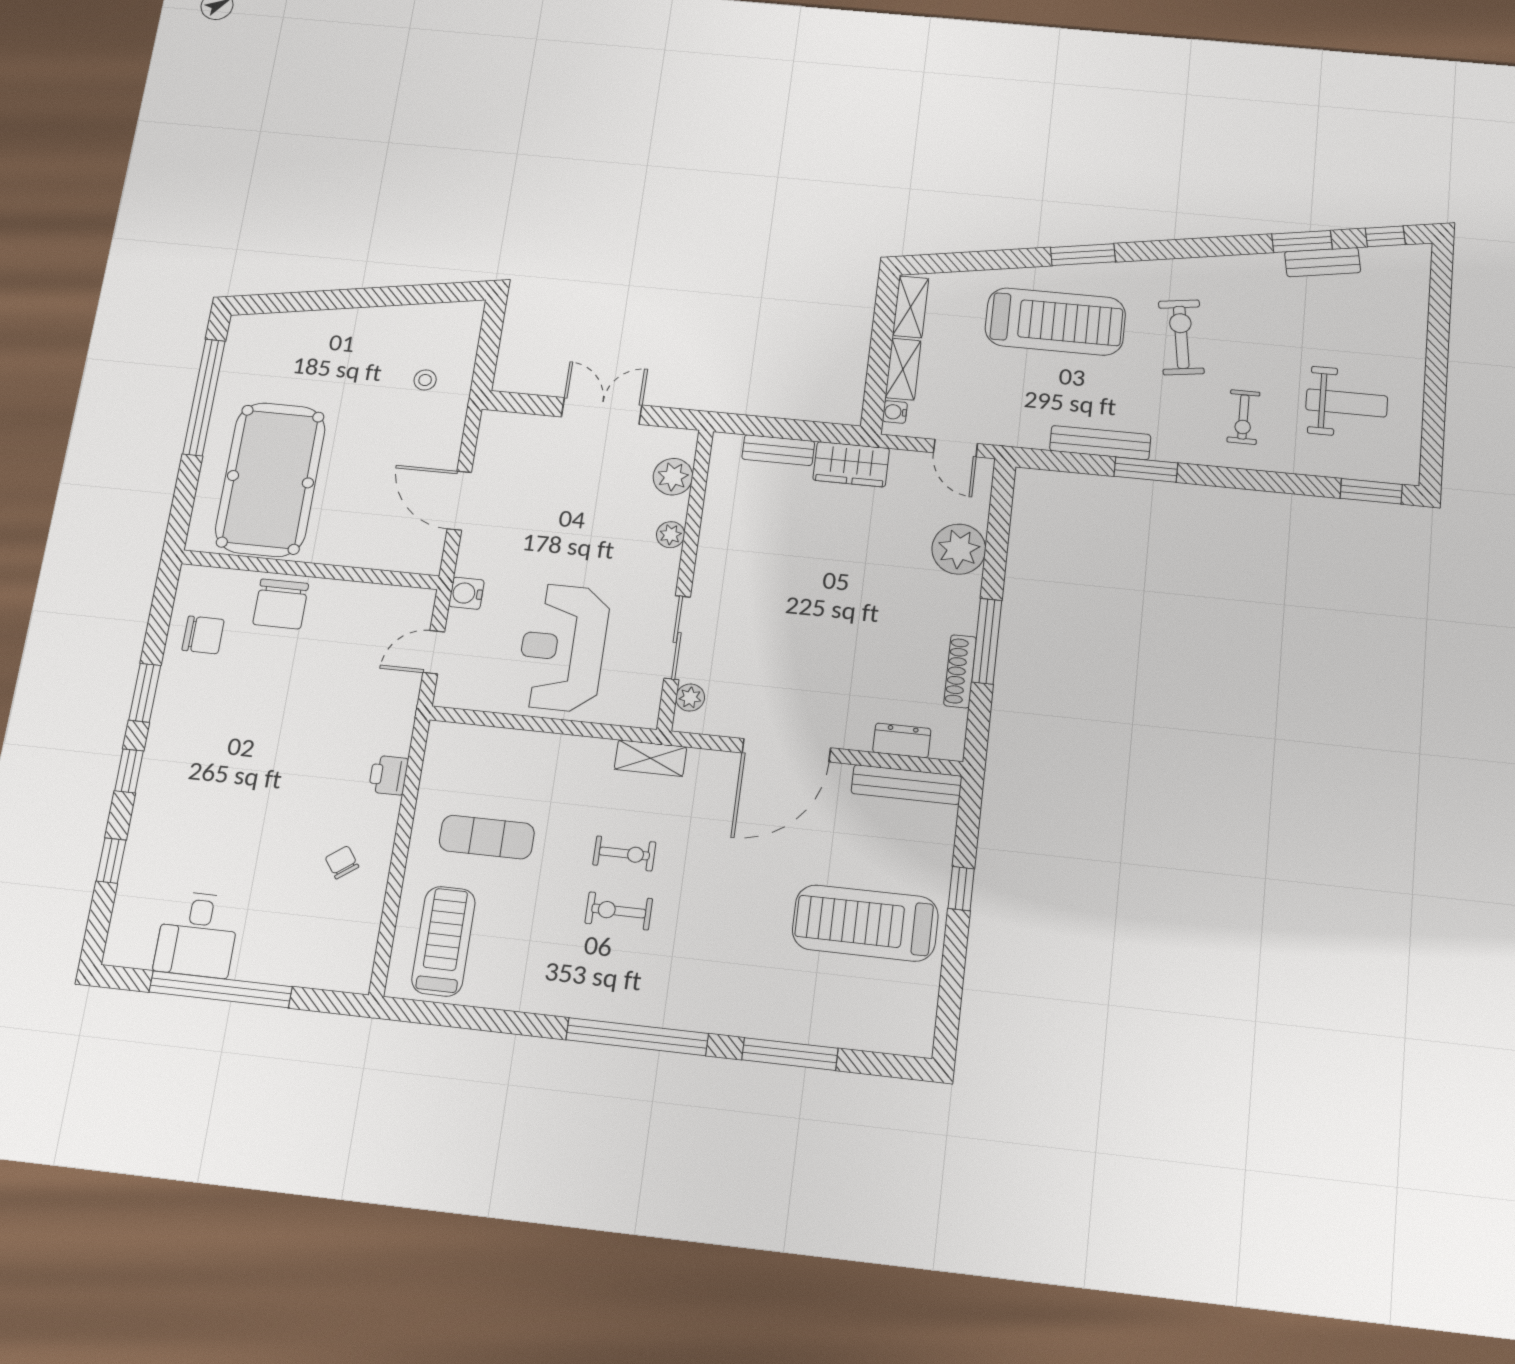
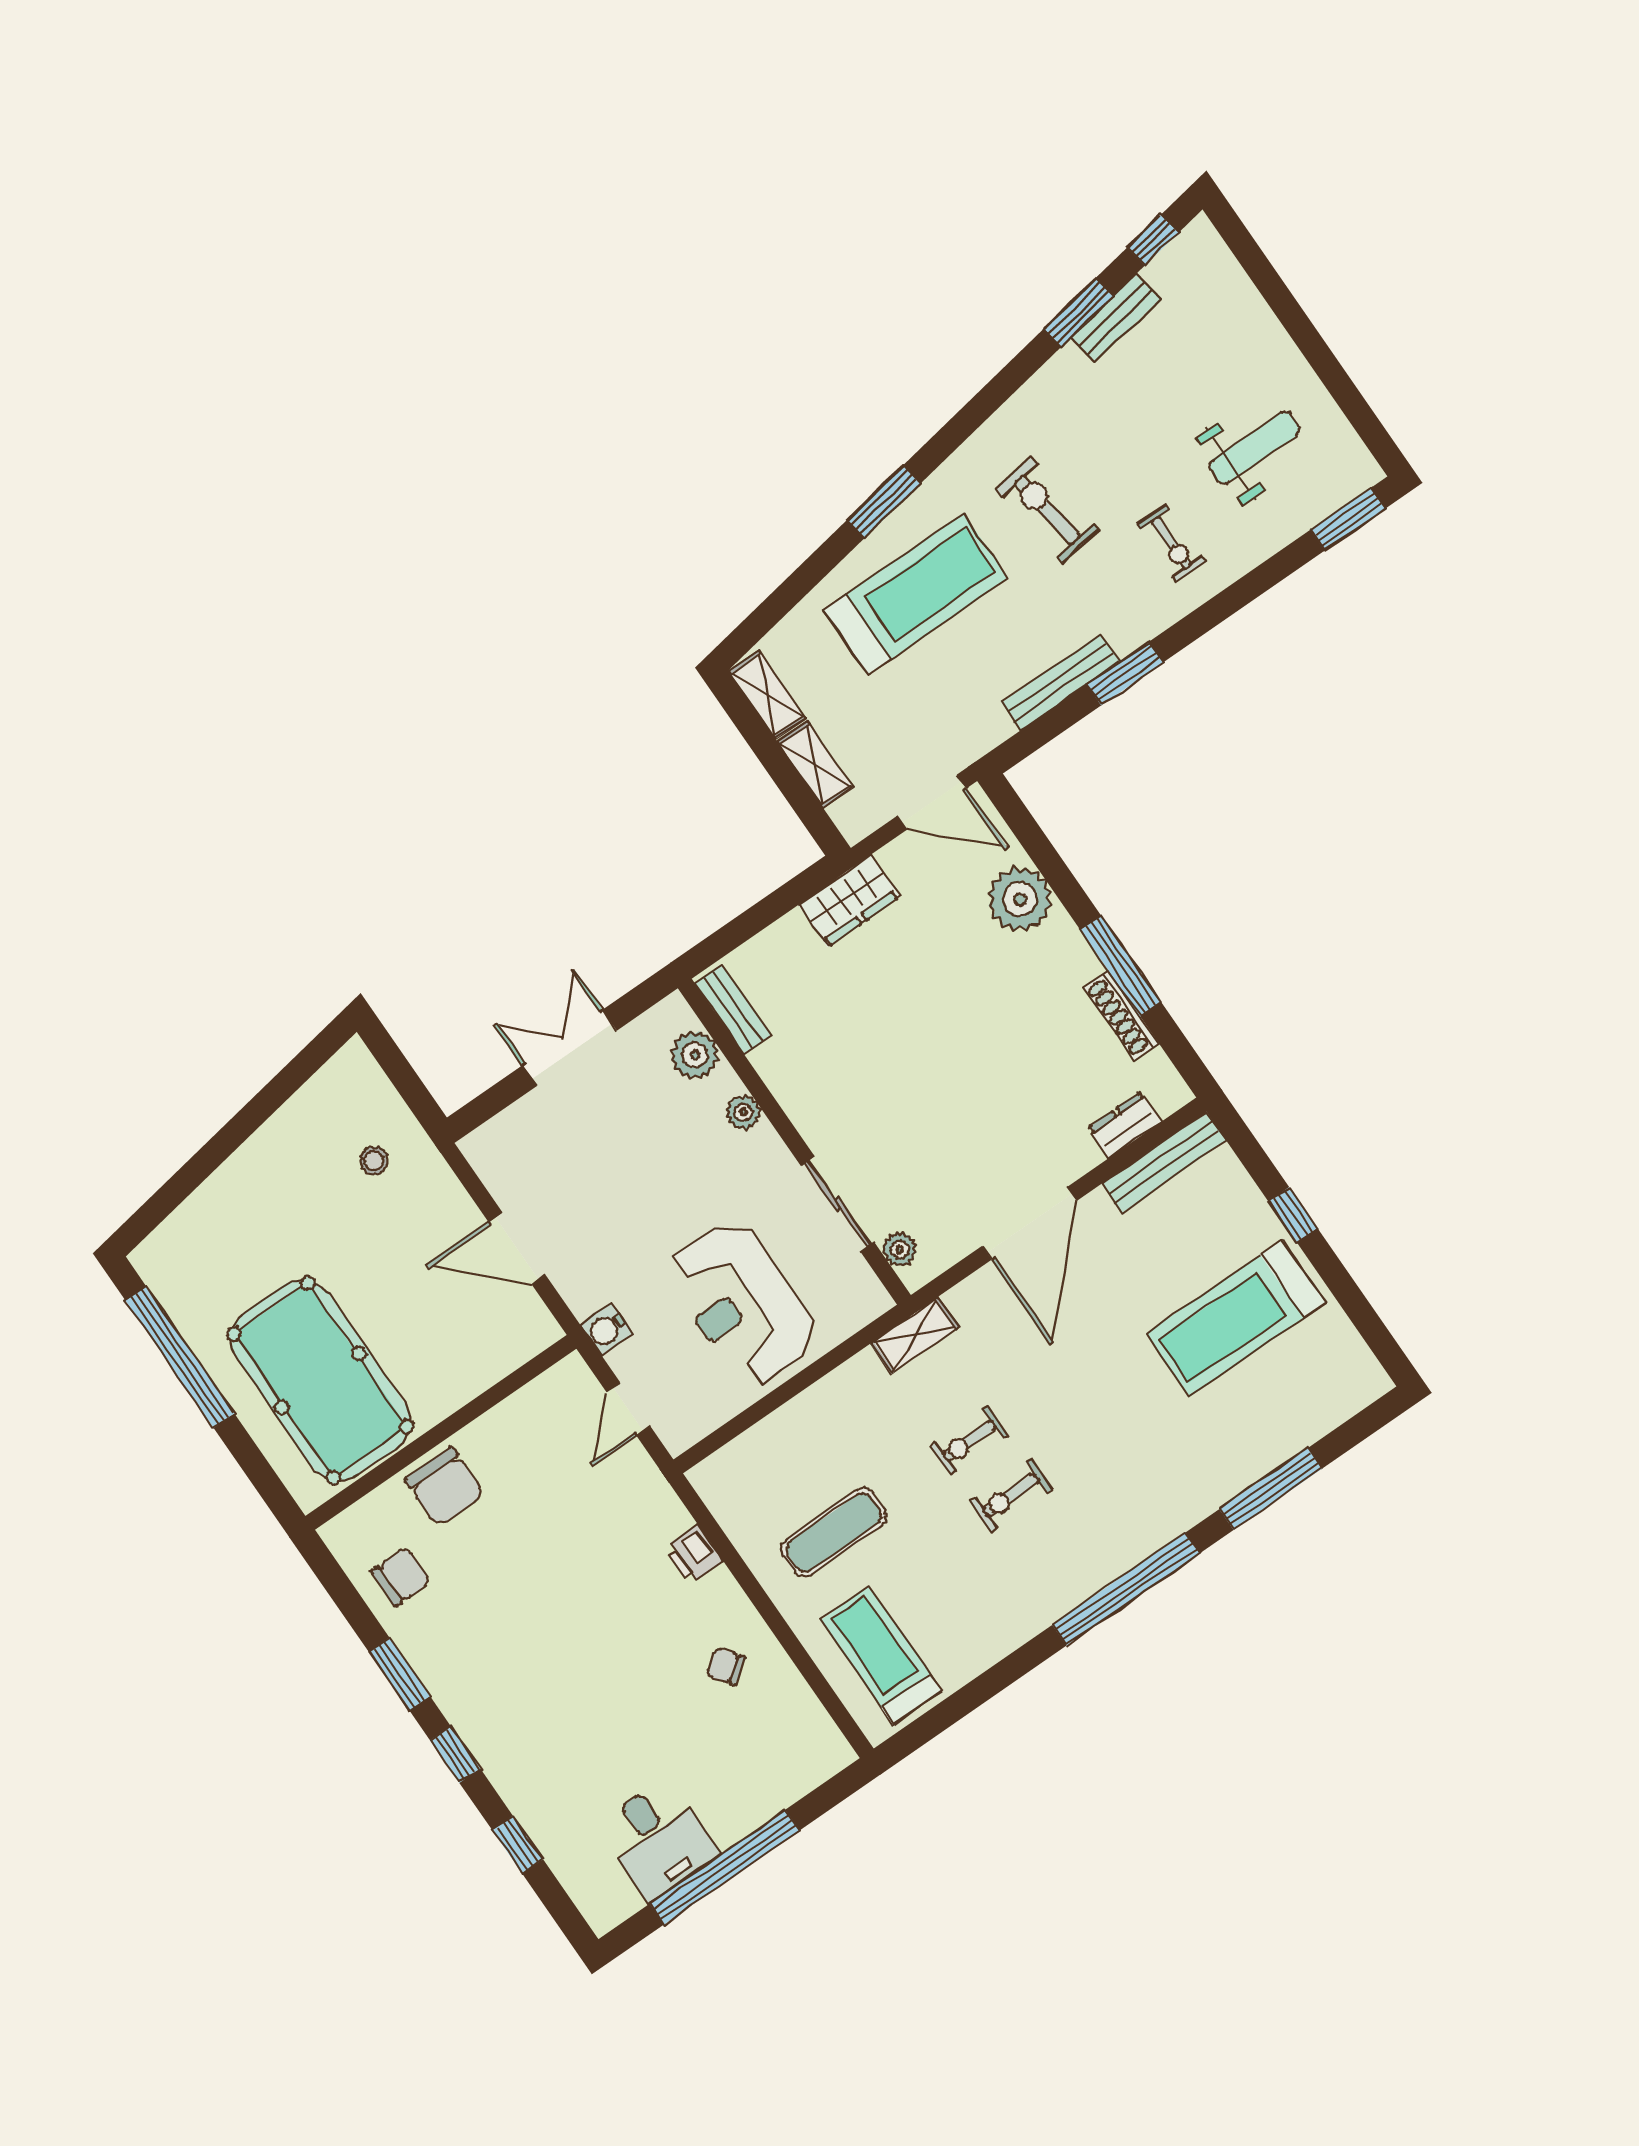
water cooler: (895, 412) -> (844, 814), removed
door: (955, 448) -> (932, 802), width x1.38
bench: (778, 450) -> (733, 1010), moved, turned 90
exercise bike: (624, 853) -> (969, 1441), turned 180

